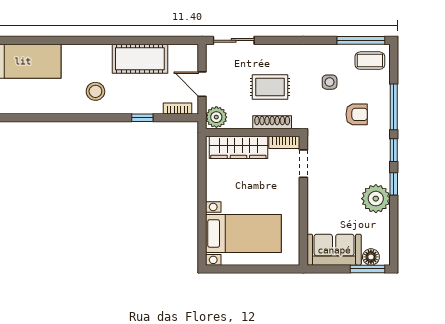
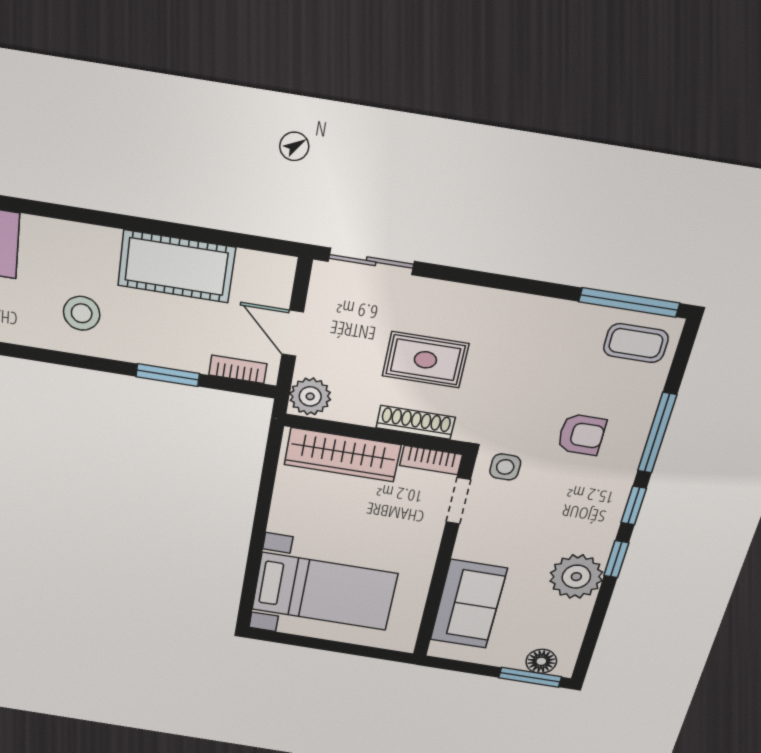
side table: (330, 82) -> (505, 467), moved
window: (142, 118) -> (168, 375), width x1.50
sofa: (334, 250) -> (468, 604), moved, turned 90

